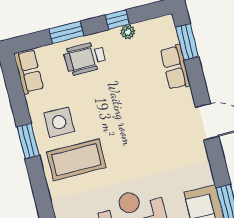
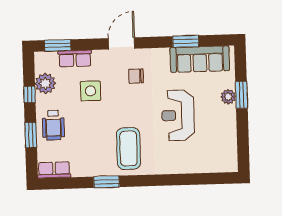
plant: (128, 32) -> (45, 83), width x1.88, depth x1.88
side table: (59, 122) -> (91, 91), moved
chair: (170, 149) -> (136, 76), added

